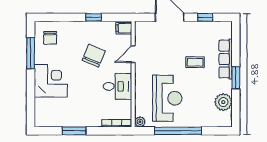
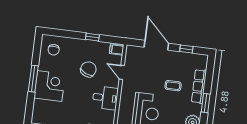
window: (31, 53) -> (33, 79), moved
door: (133, 54) -> (122, 72), hinge flipped

